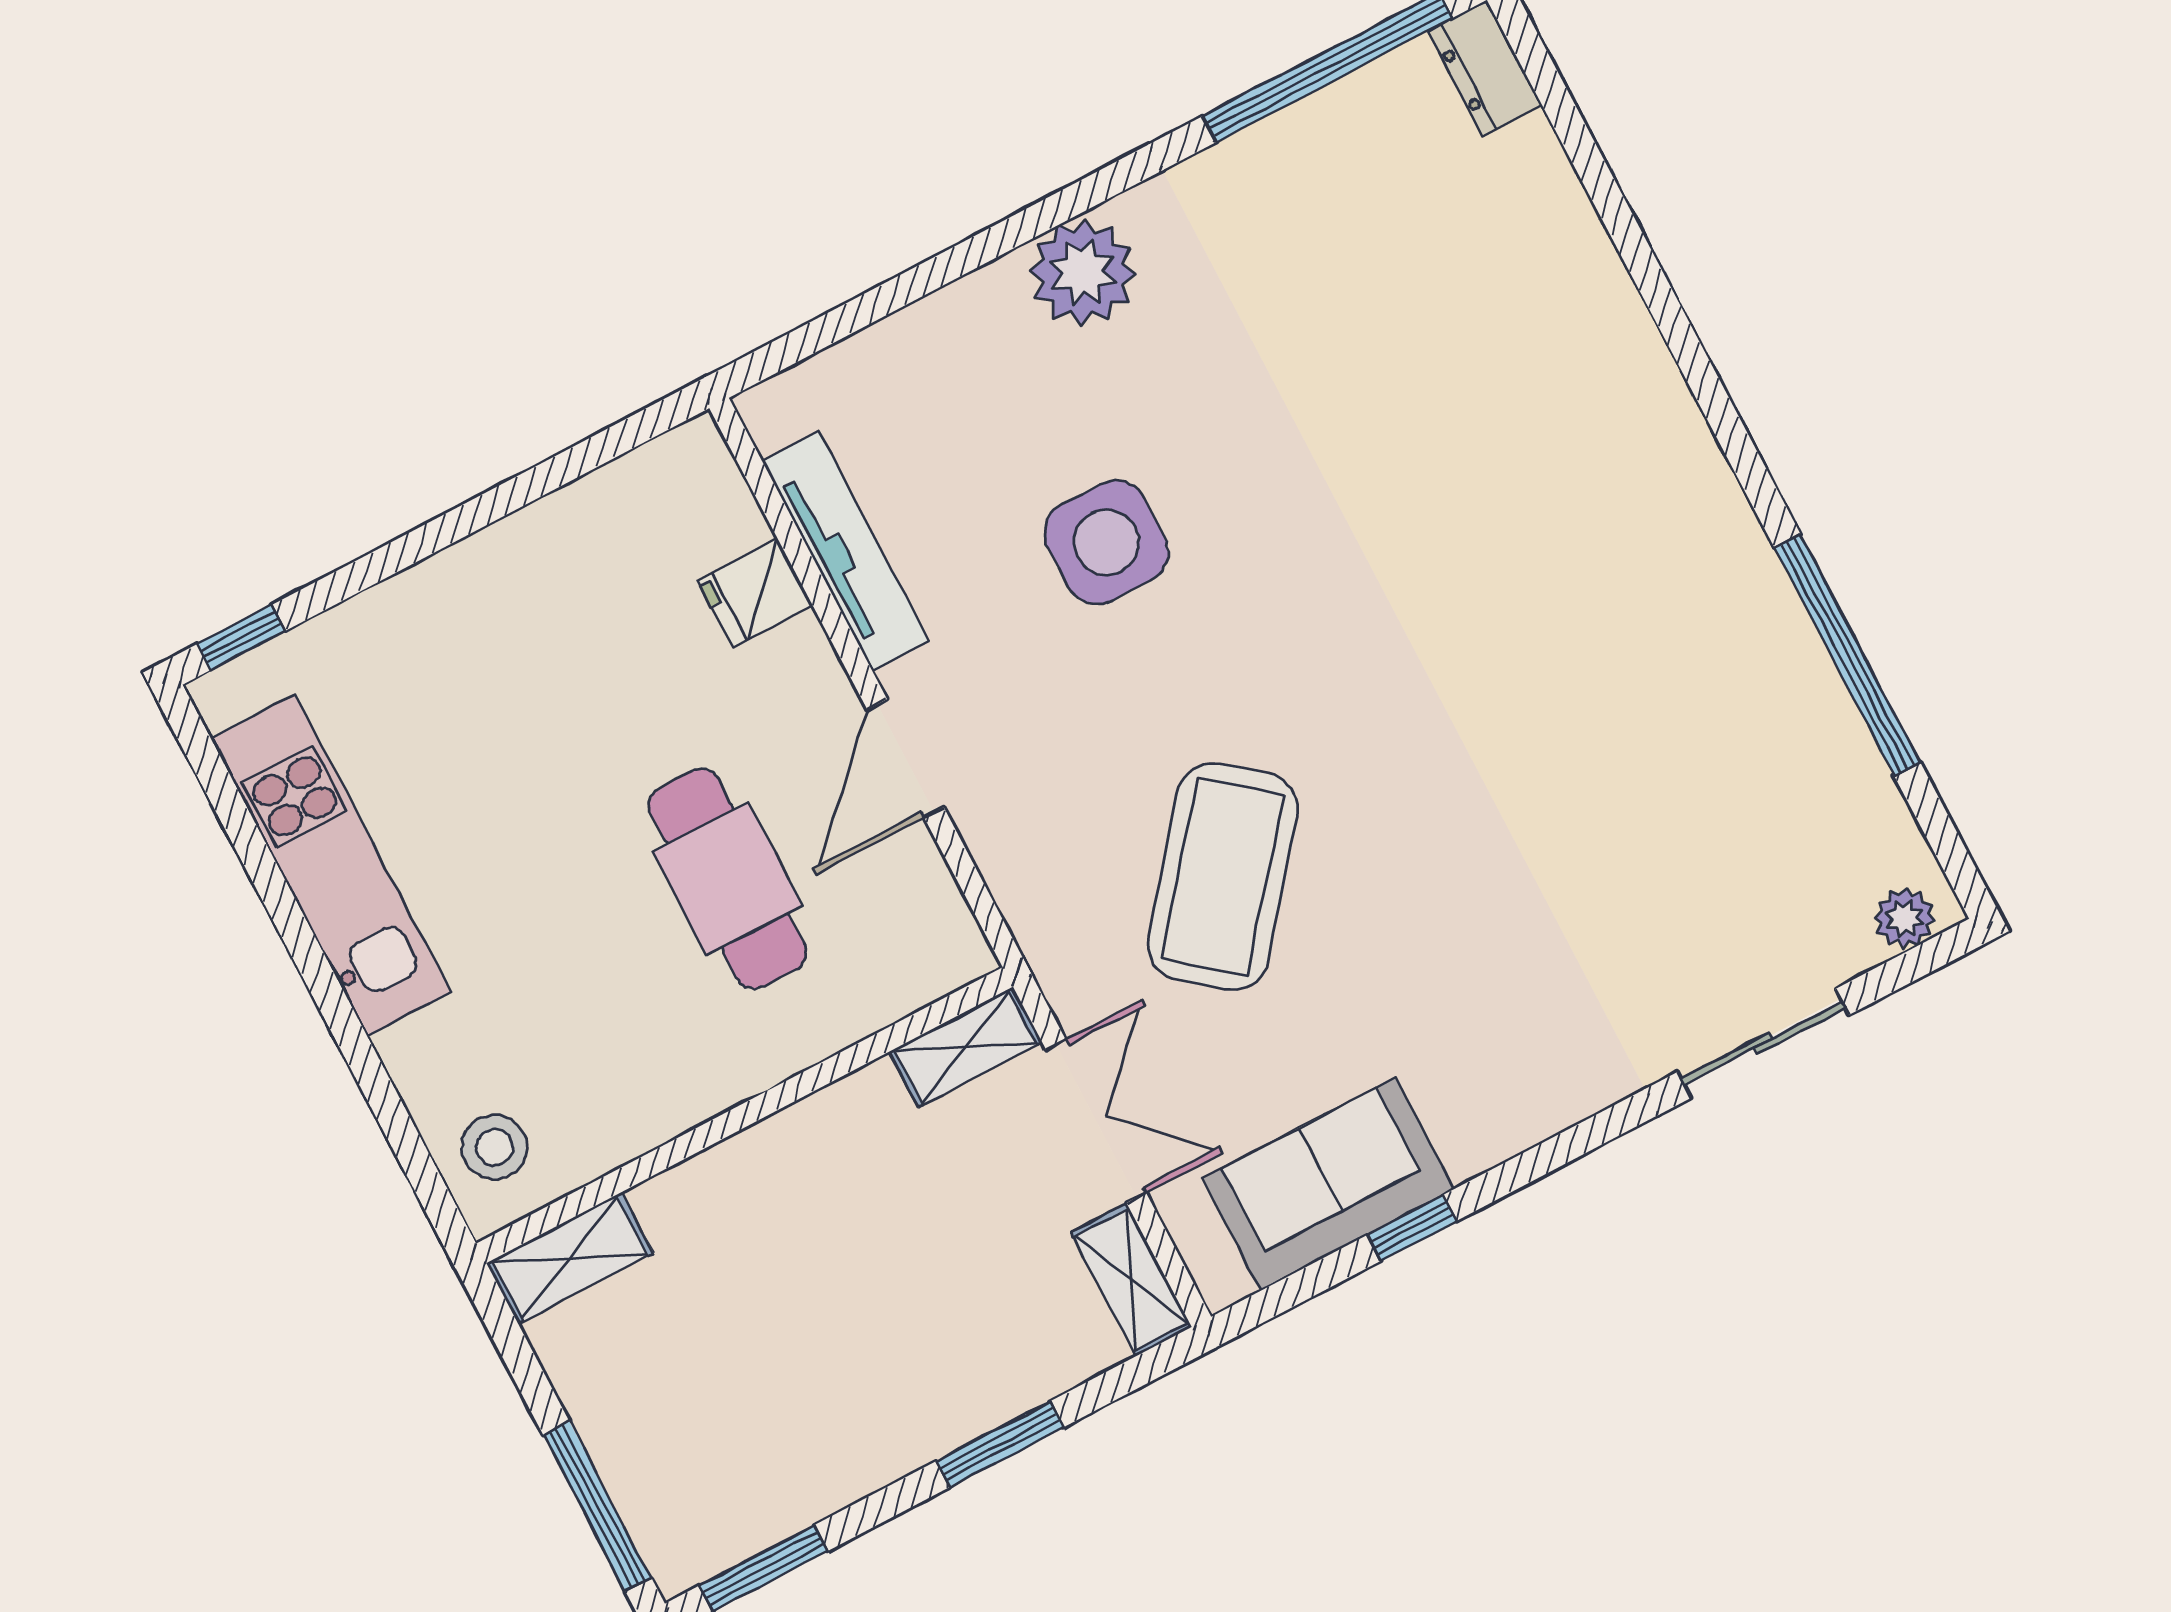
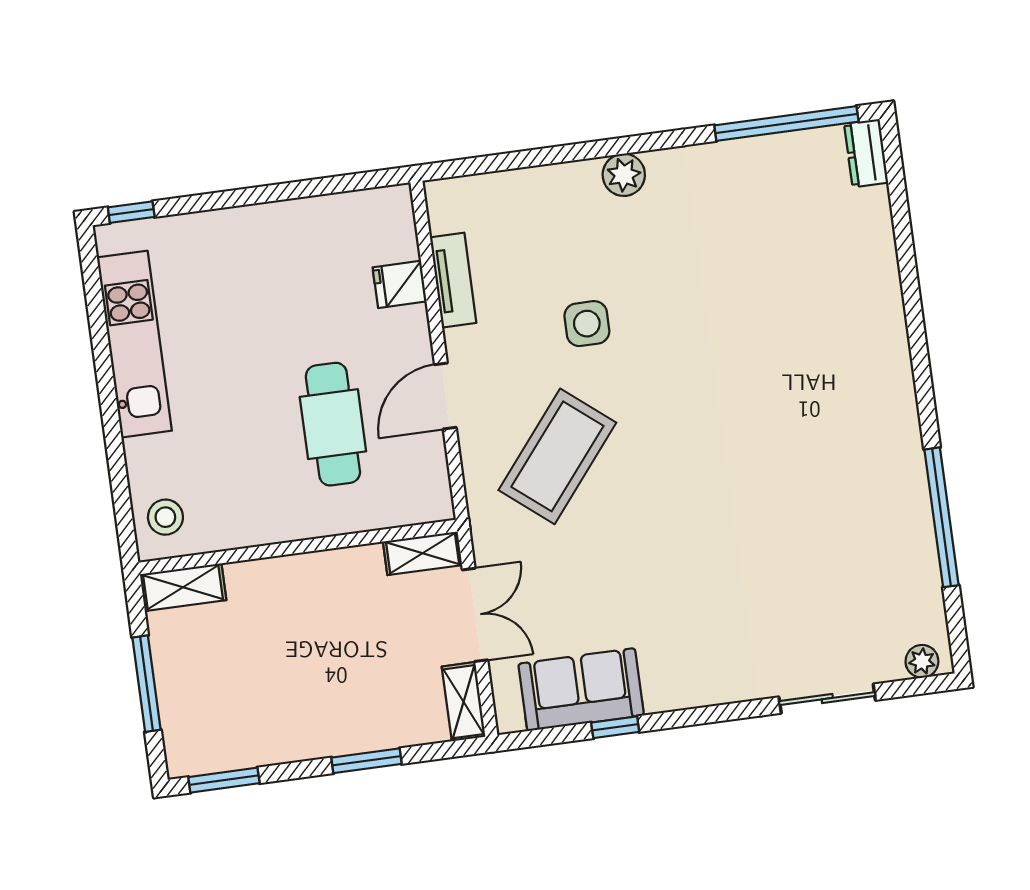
plant: (1083, 272) -> (624, 175), width x0.73, depth x0.73
side table: (1106, 542) -> (587, 324), width x0.73, depth x0.73
tv unit: (846, 551) -> (453, 280), width x0.71
coffee table: (1222, 877) -> (557, 456), moved
window: (597, 1506) -> (147, 684), moved

